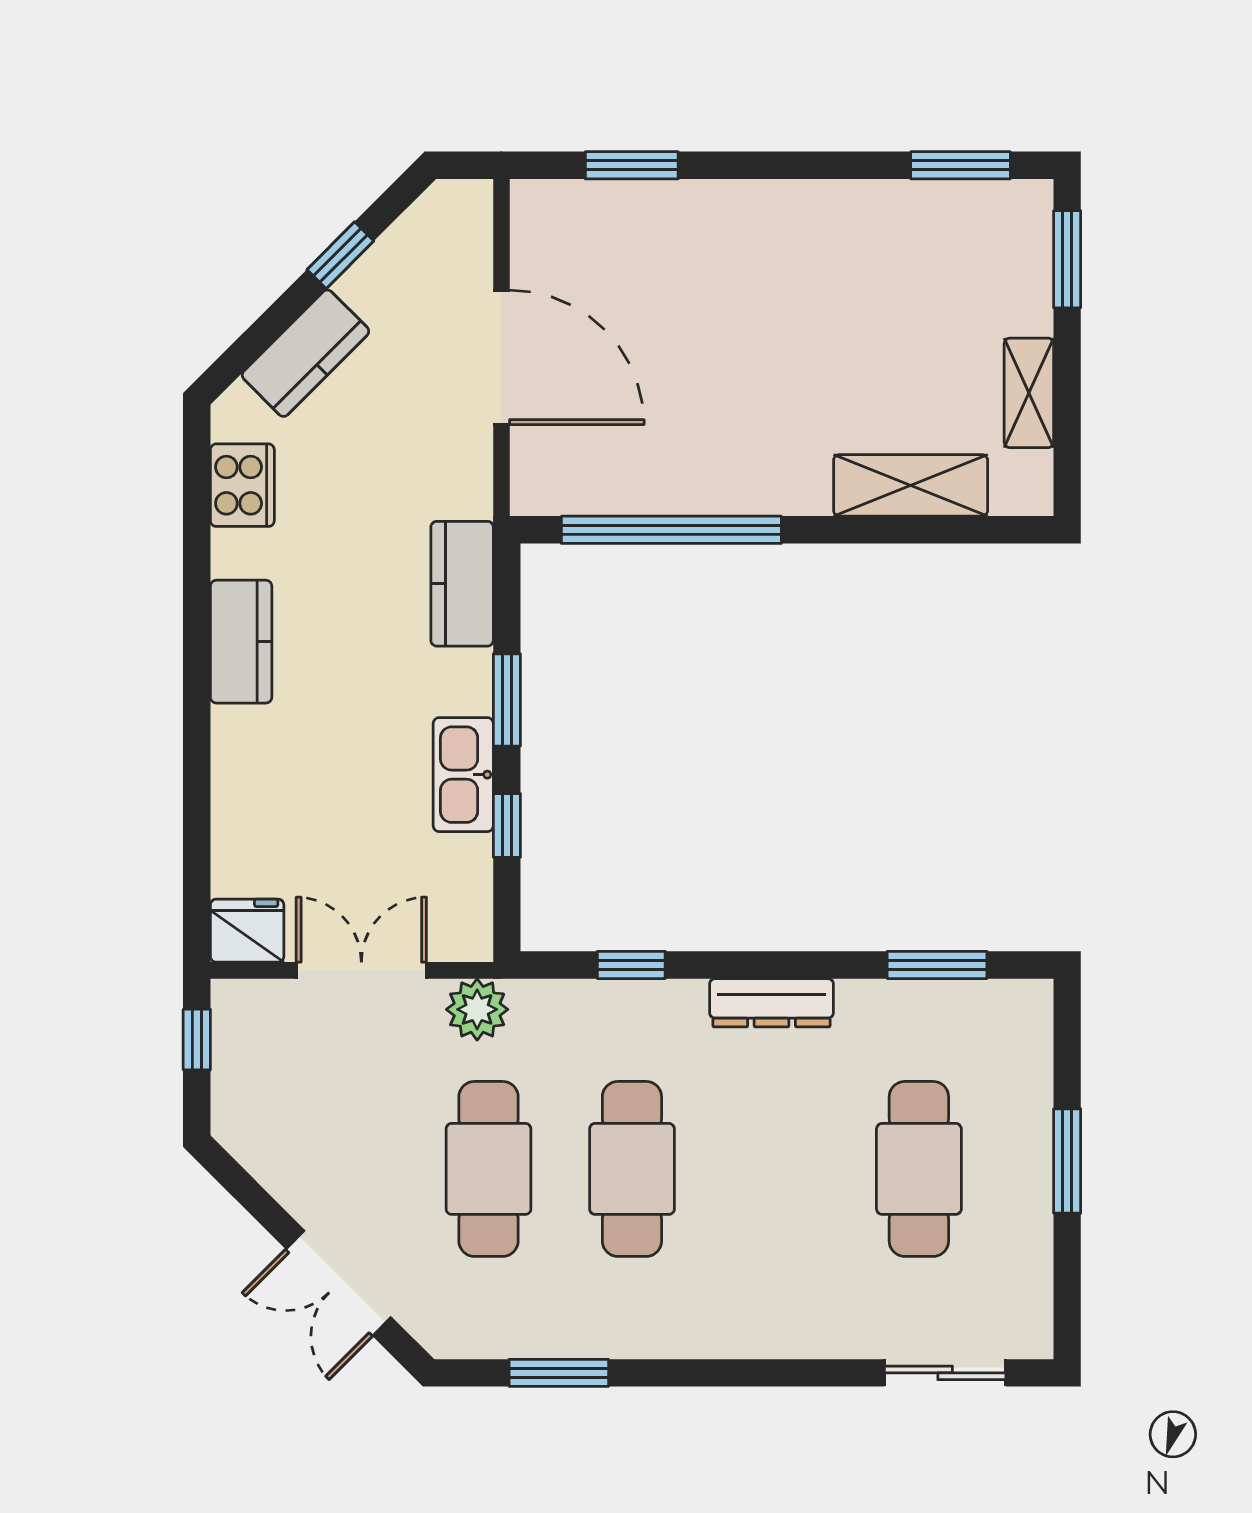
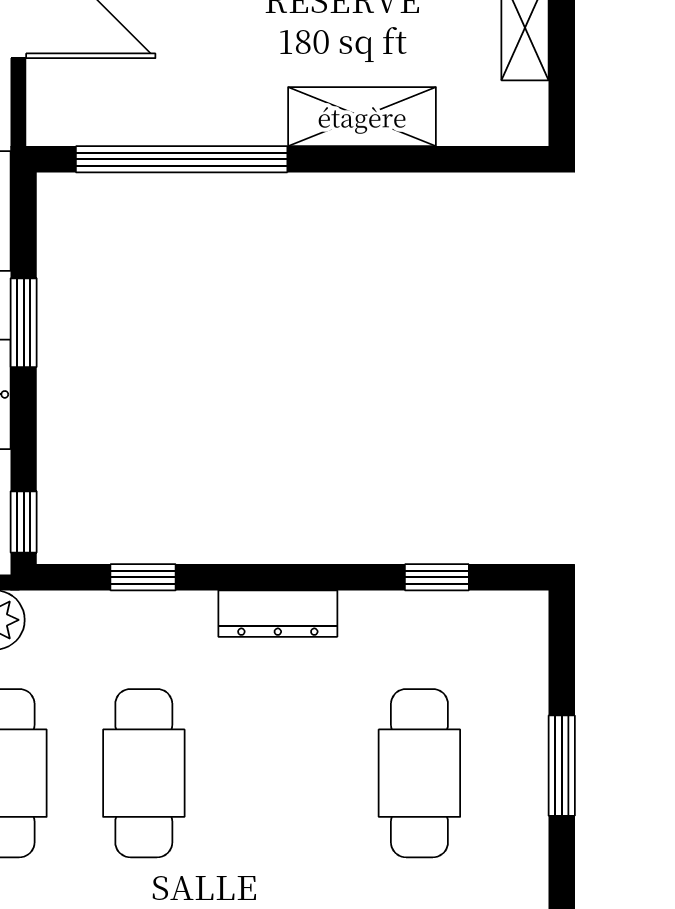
shelving: (911, 485) -> (362, 117), moved
window: (507, 825) -> (24, 522), moved
window: (937, 965) -> (437, 577), width x0.67

